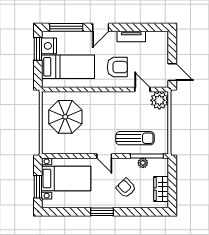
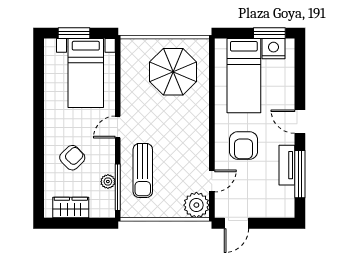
window: (66, 27) -> (300, 174), moved
window: (102, 212) -> (39, 124), removed

